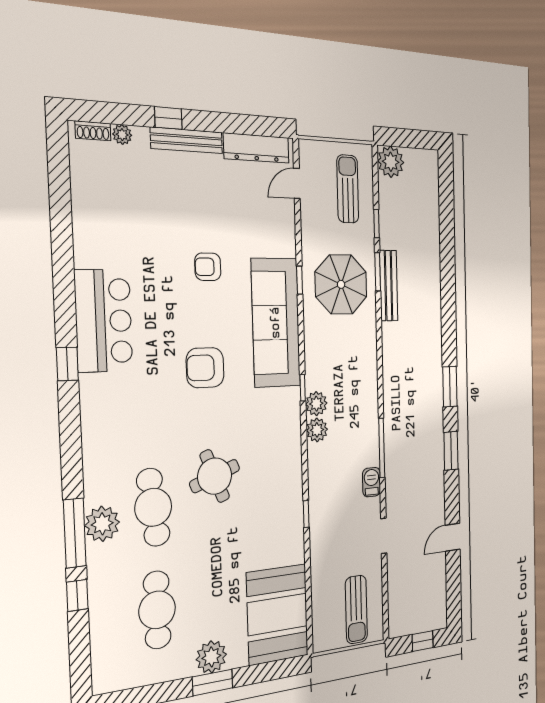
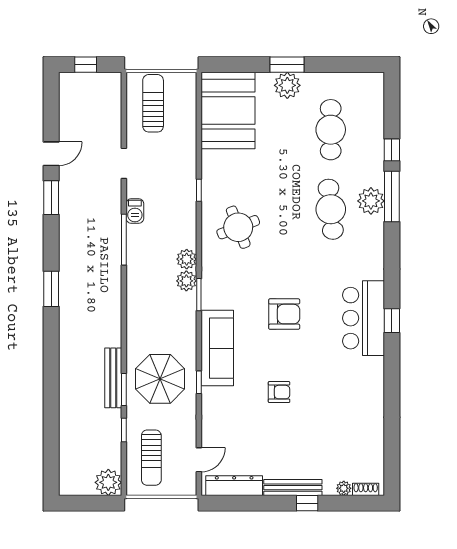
bar counter: (104, 321) -> (364, 318), moved
sofa: (276, 323) -> (217, 348), width x0.74, depth x0.79
window: (303, 388) -> (199, 295), width x1.50
window: (451, 451) -> (51, 198), moved
round table: (215, 476) -> (238, 227), moved

